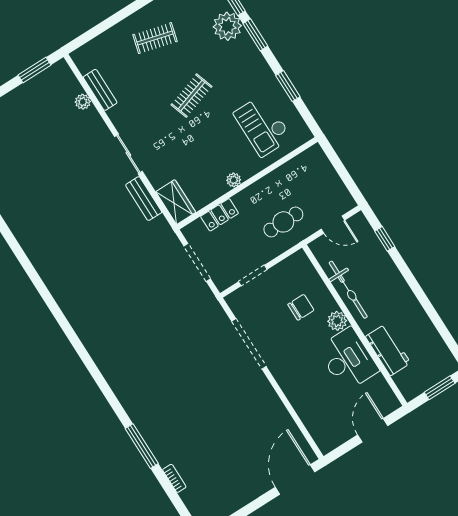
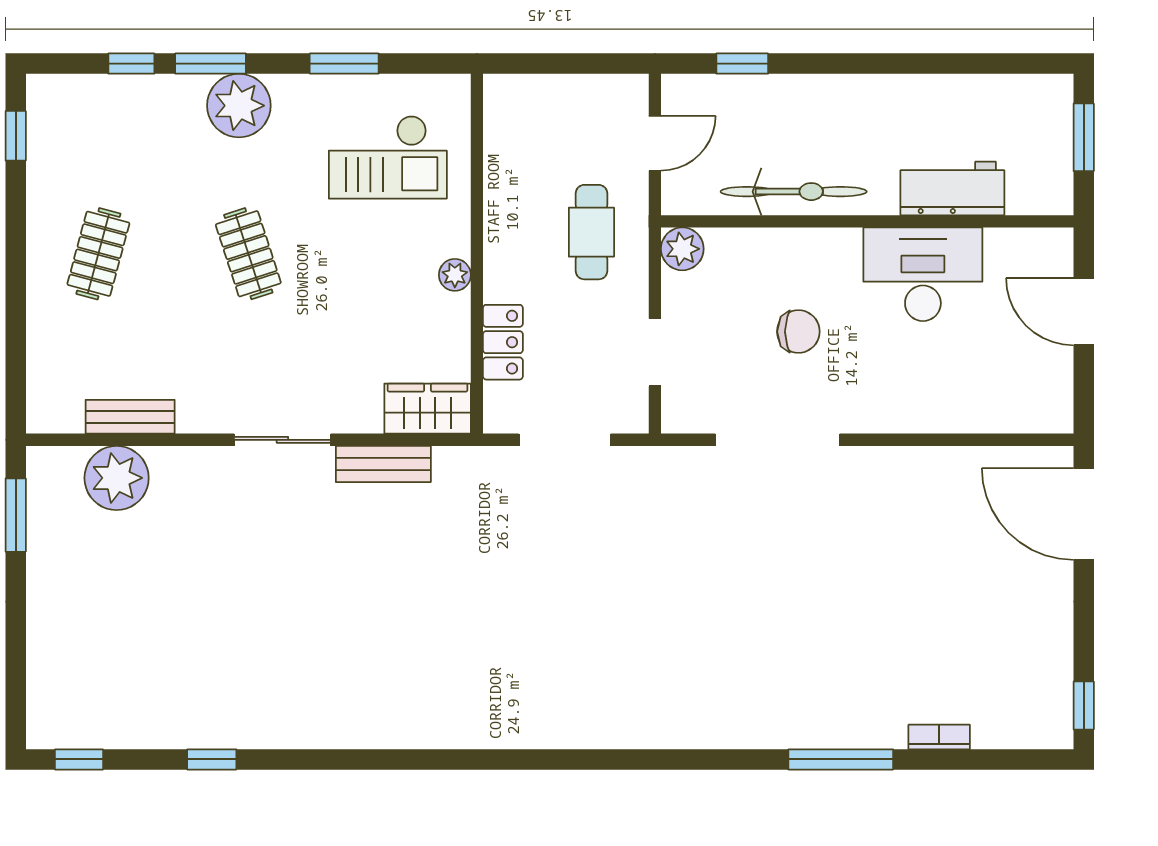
plant: (227, 26) -> (239, 106), moved
plant: (83, 102) -> (117, 478), width x1.88, depth x1.88
chair: (301, 307) -> (798, 332), moved, turned 90
plant: (337, 321) -> (682, 249), moved

